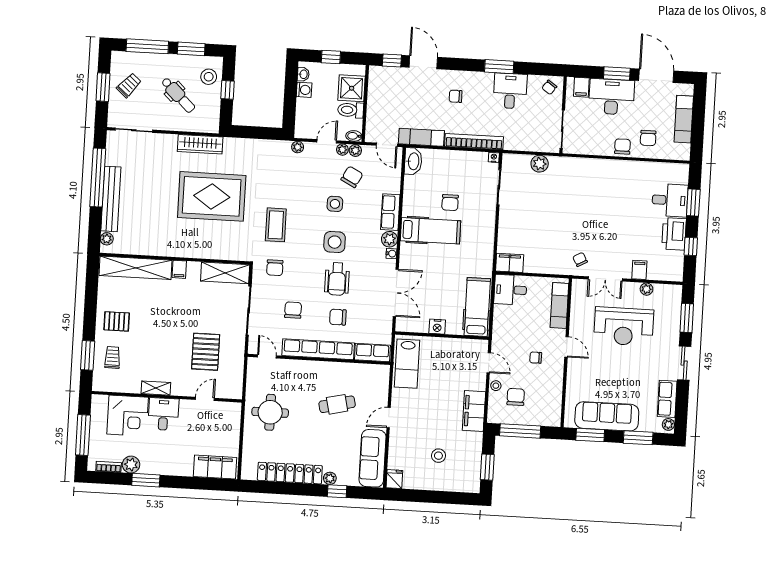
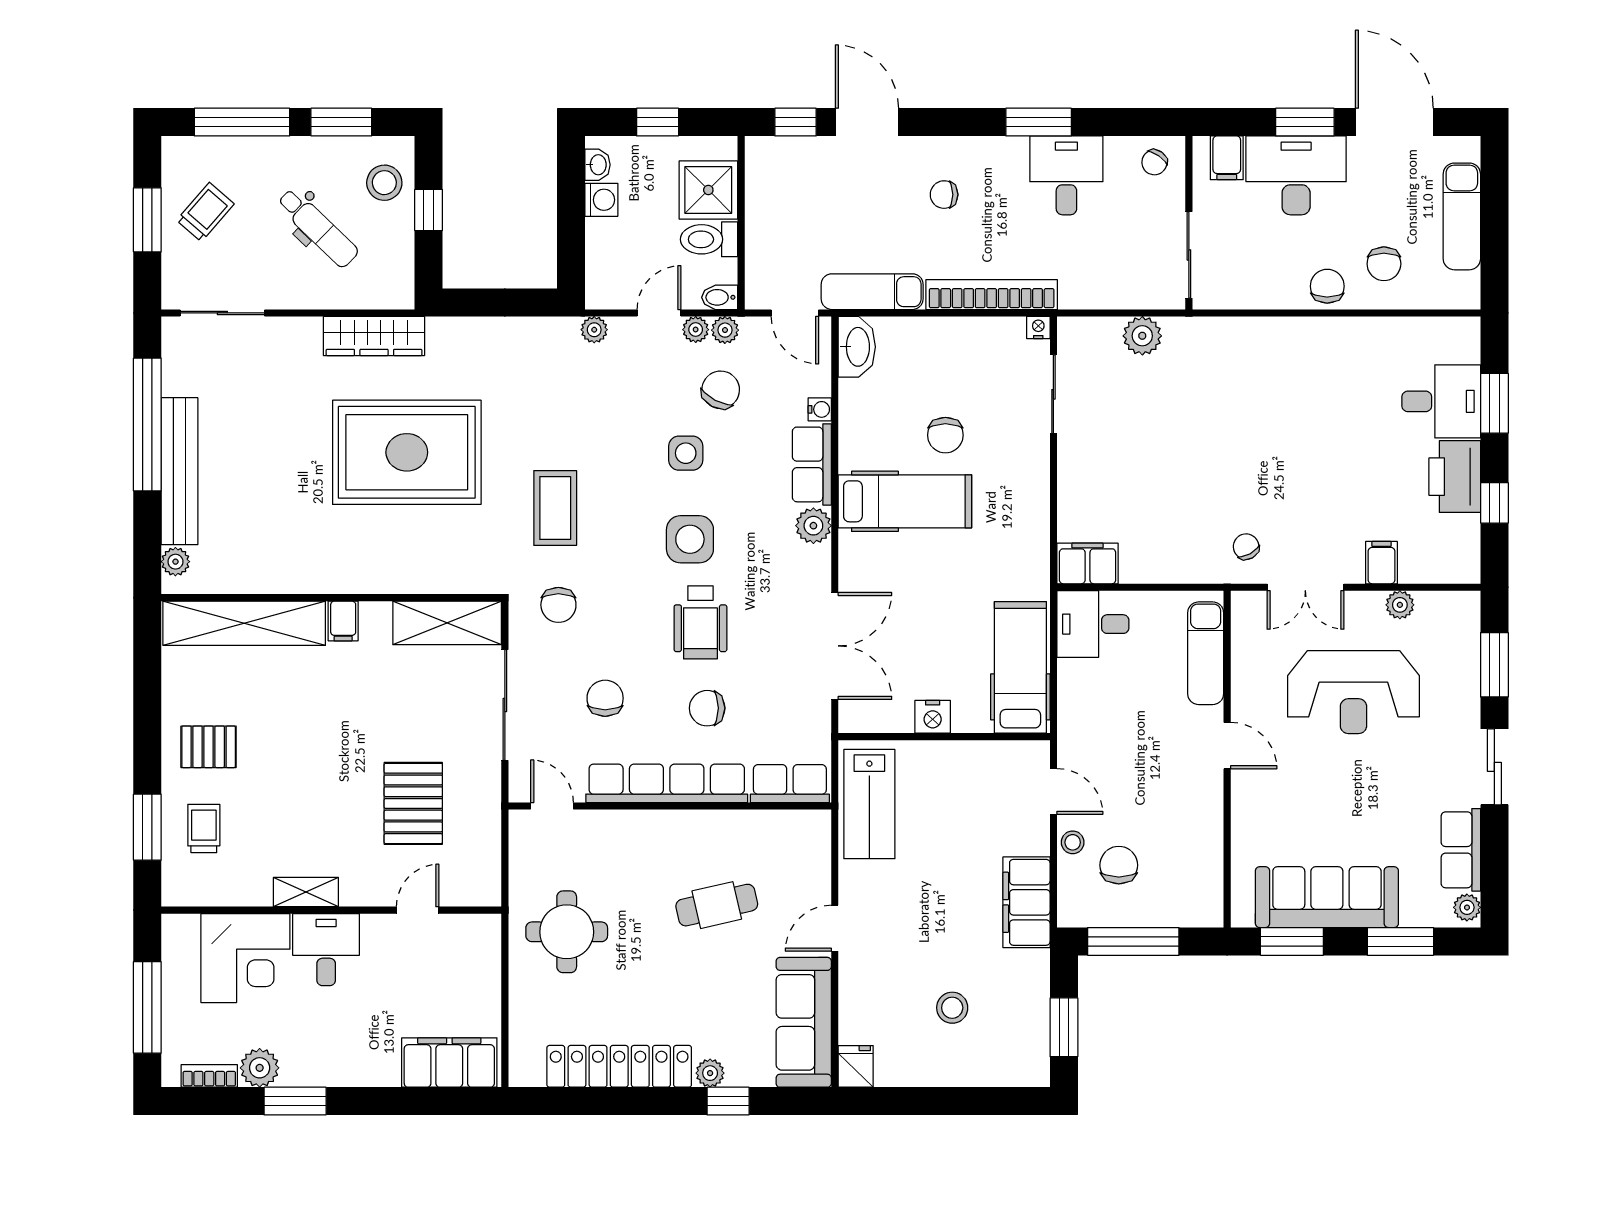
water cooler: (391, 254) -> (820, 409), moved
chair: (536, 358) -> (1159, 774), removed

